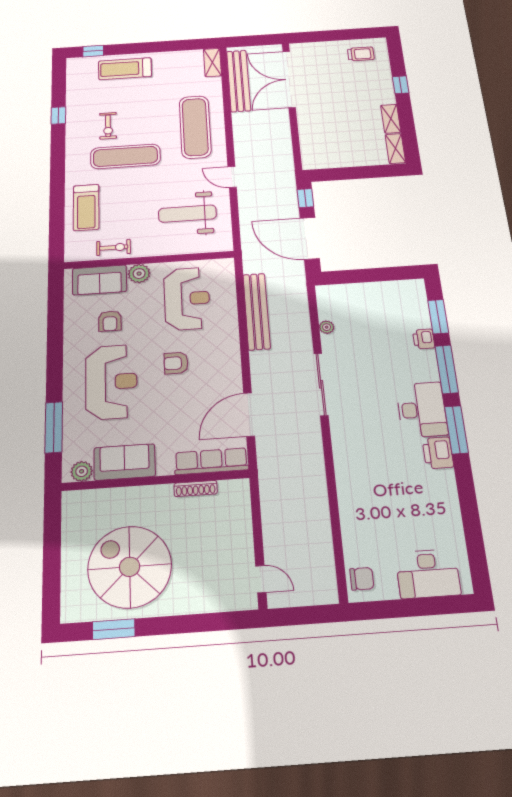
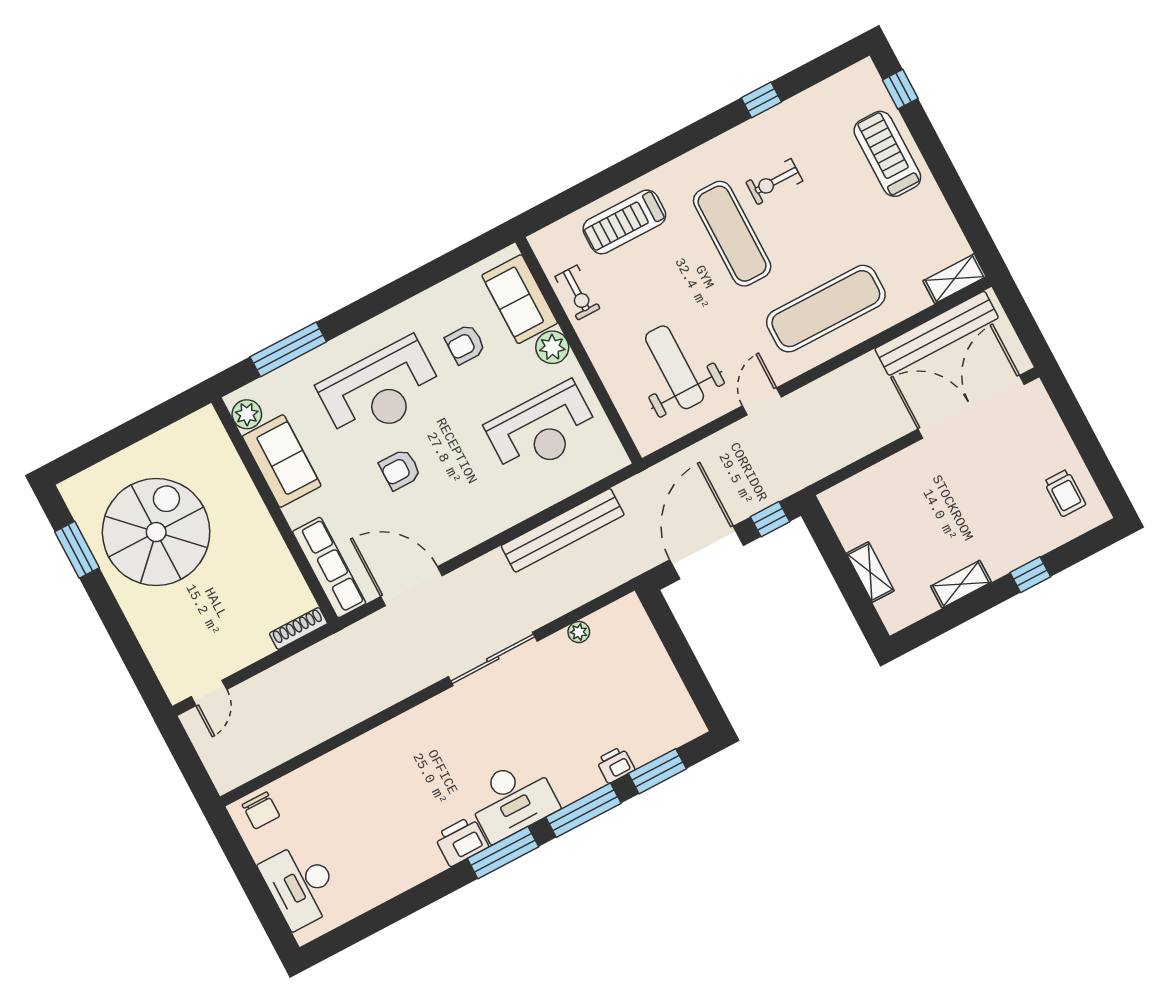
shelving: (395, 149) -> (870, 572), moved, turned 90
armchair: (176, 363) -> (400, 470), moved, turned -90
shoe rack: (196, 489) -> (298, 628), moved, turned 90

